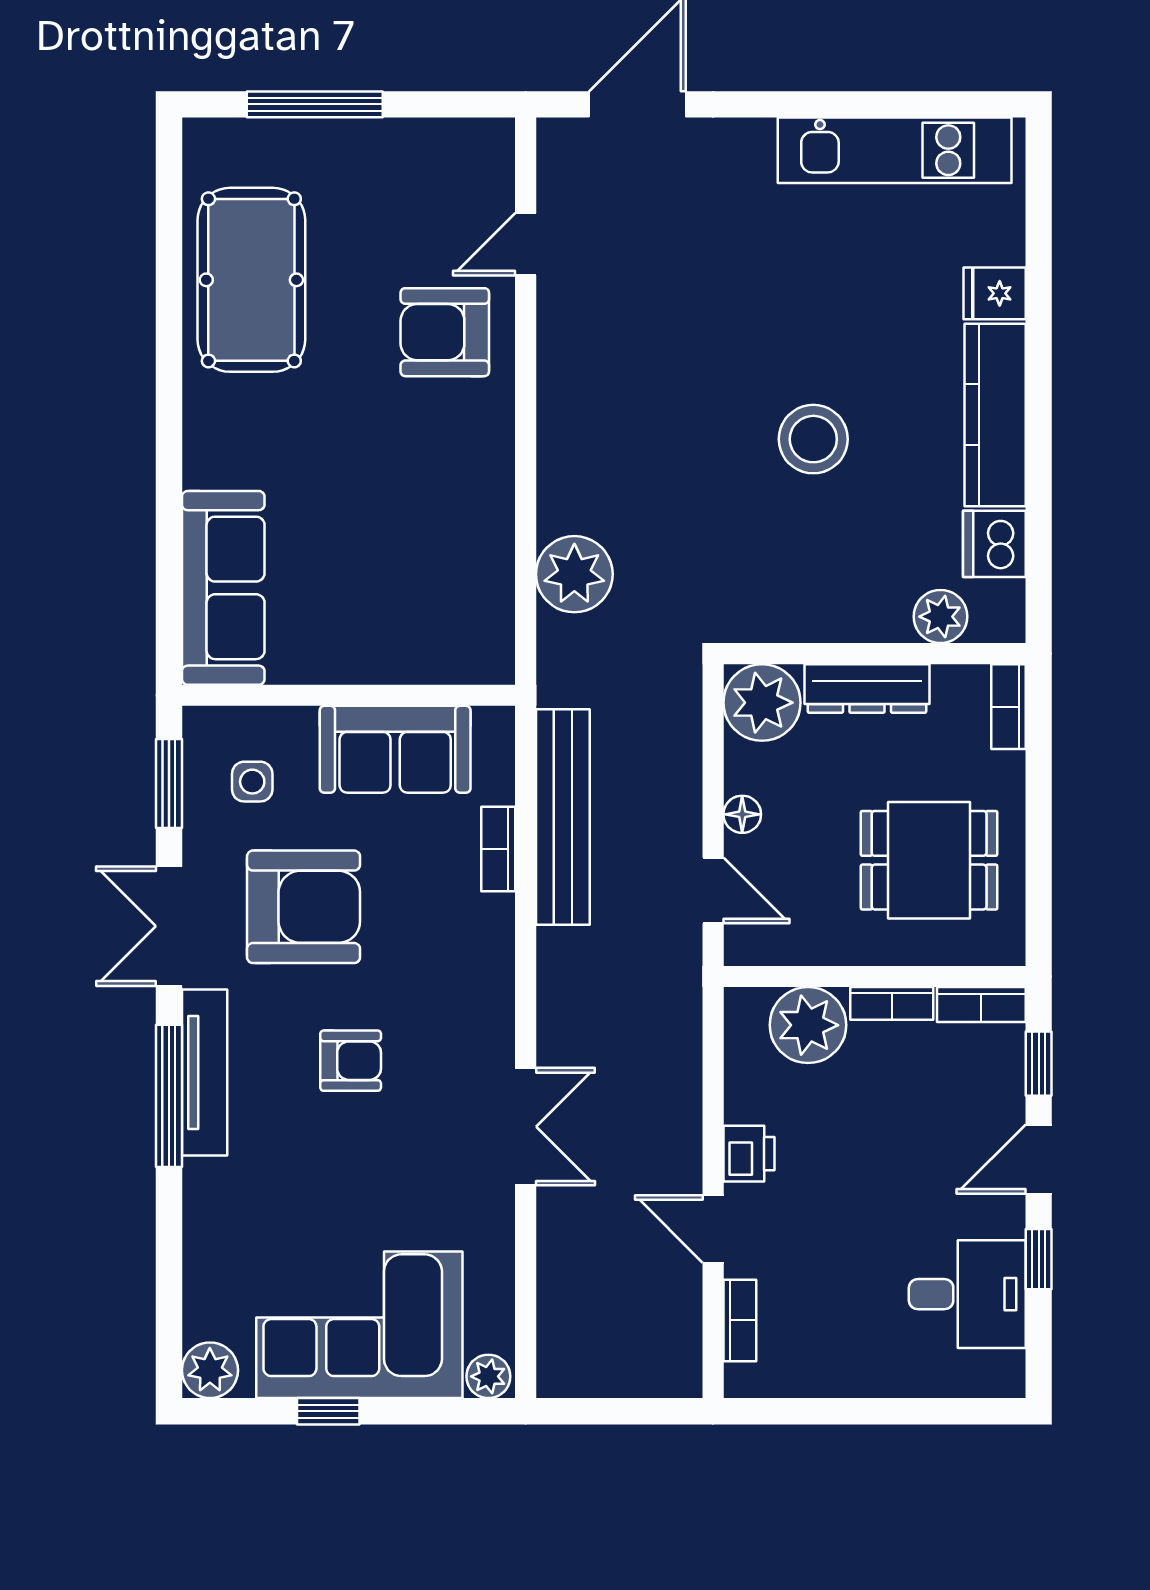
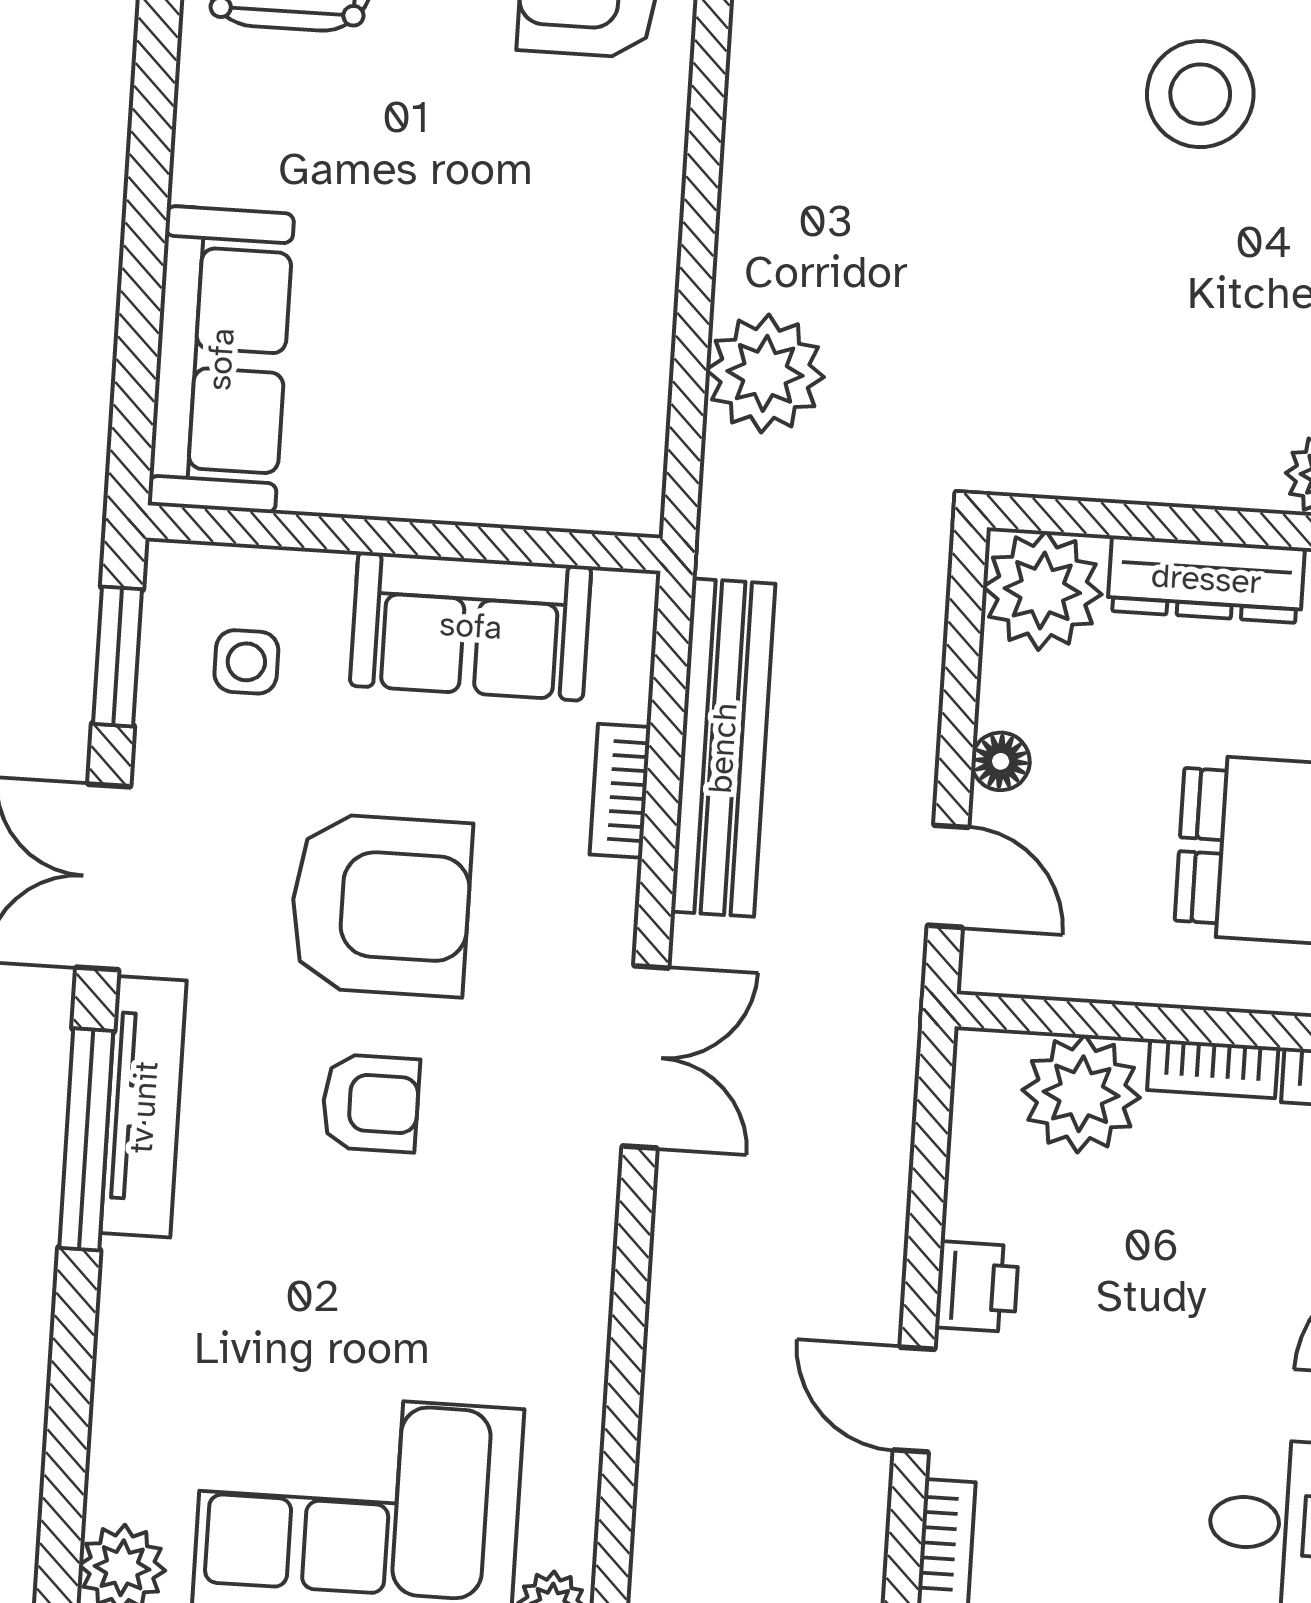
stool: (813, 439) -> (1200, 94), moved
armchair: (304, 907) -> (381, 905), moved
double door: (526, 1127) -> (645, 1057), moved

